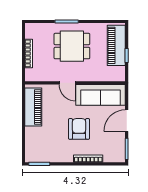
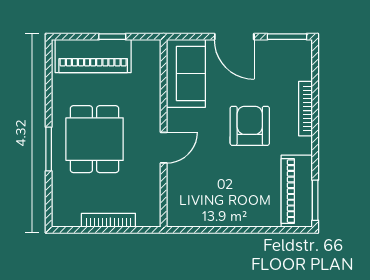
sofa: (100, 95) -> (186, 73), width x0.73
piano: (33, 107) -> (297, 191), moved, turned -90
armchair: (79, 129) -> (250, 126), turned 90

